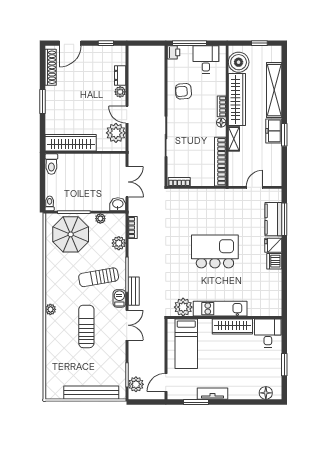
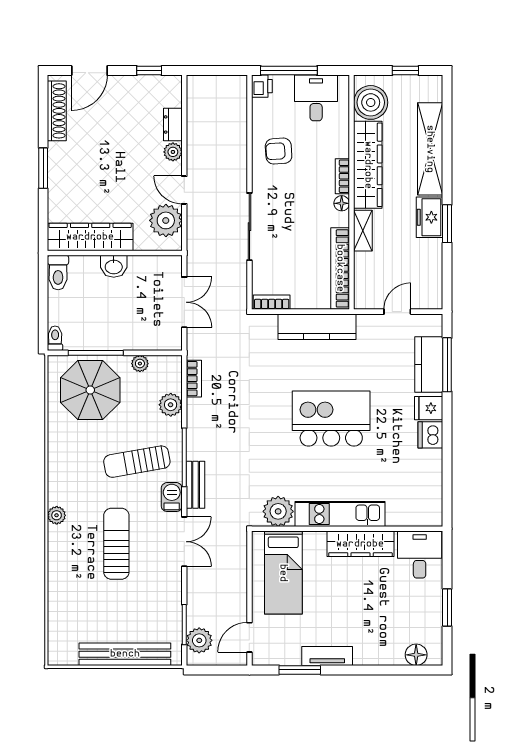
kitchen counter: (206, 197) -> (317, 327), added
washbasin: (118, 204) -> (114, 266), moved, turned 180

